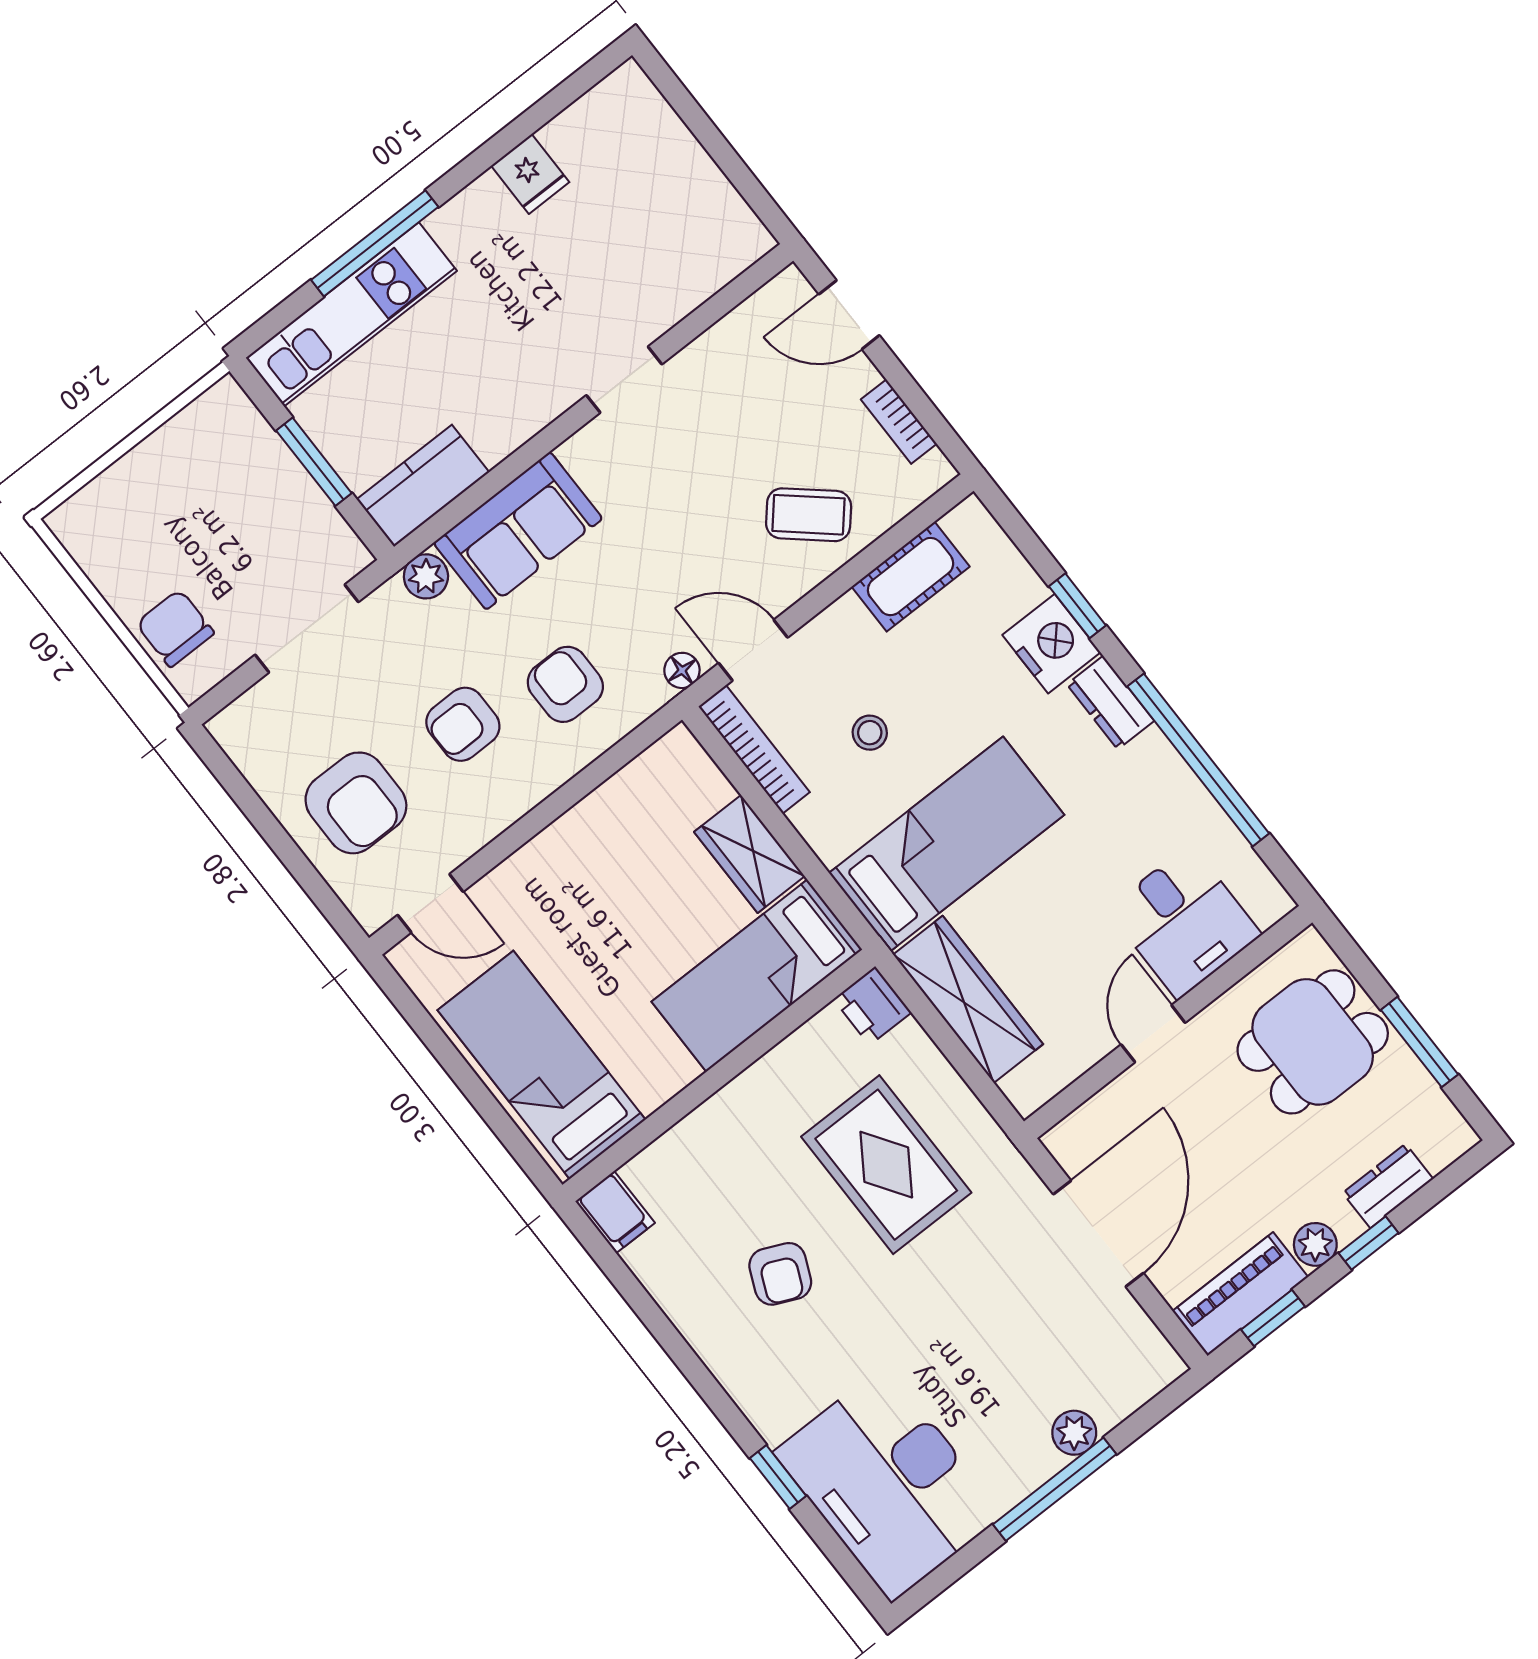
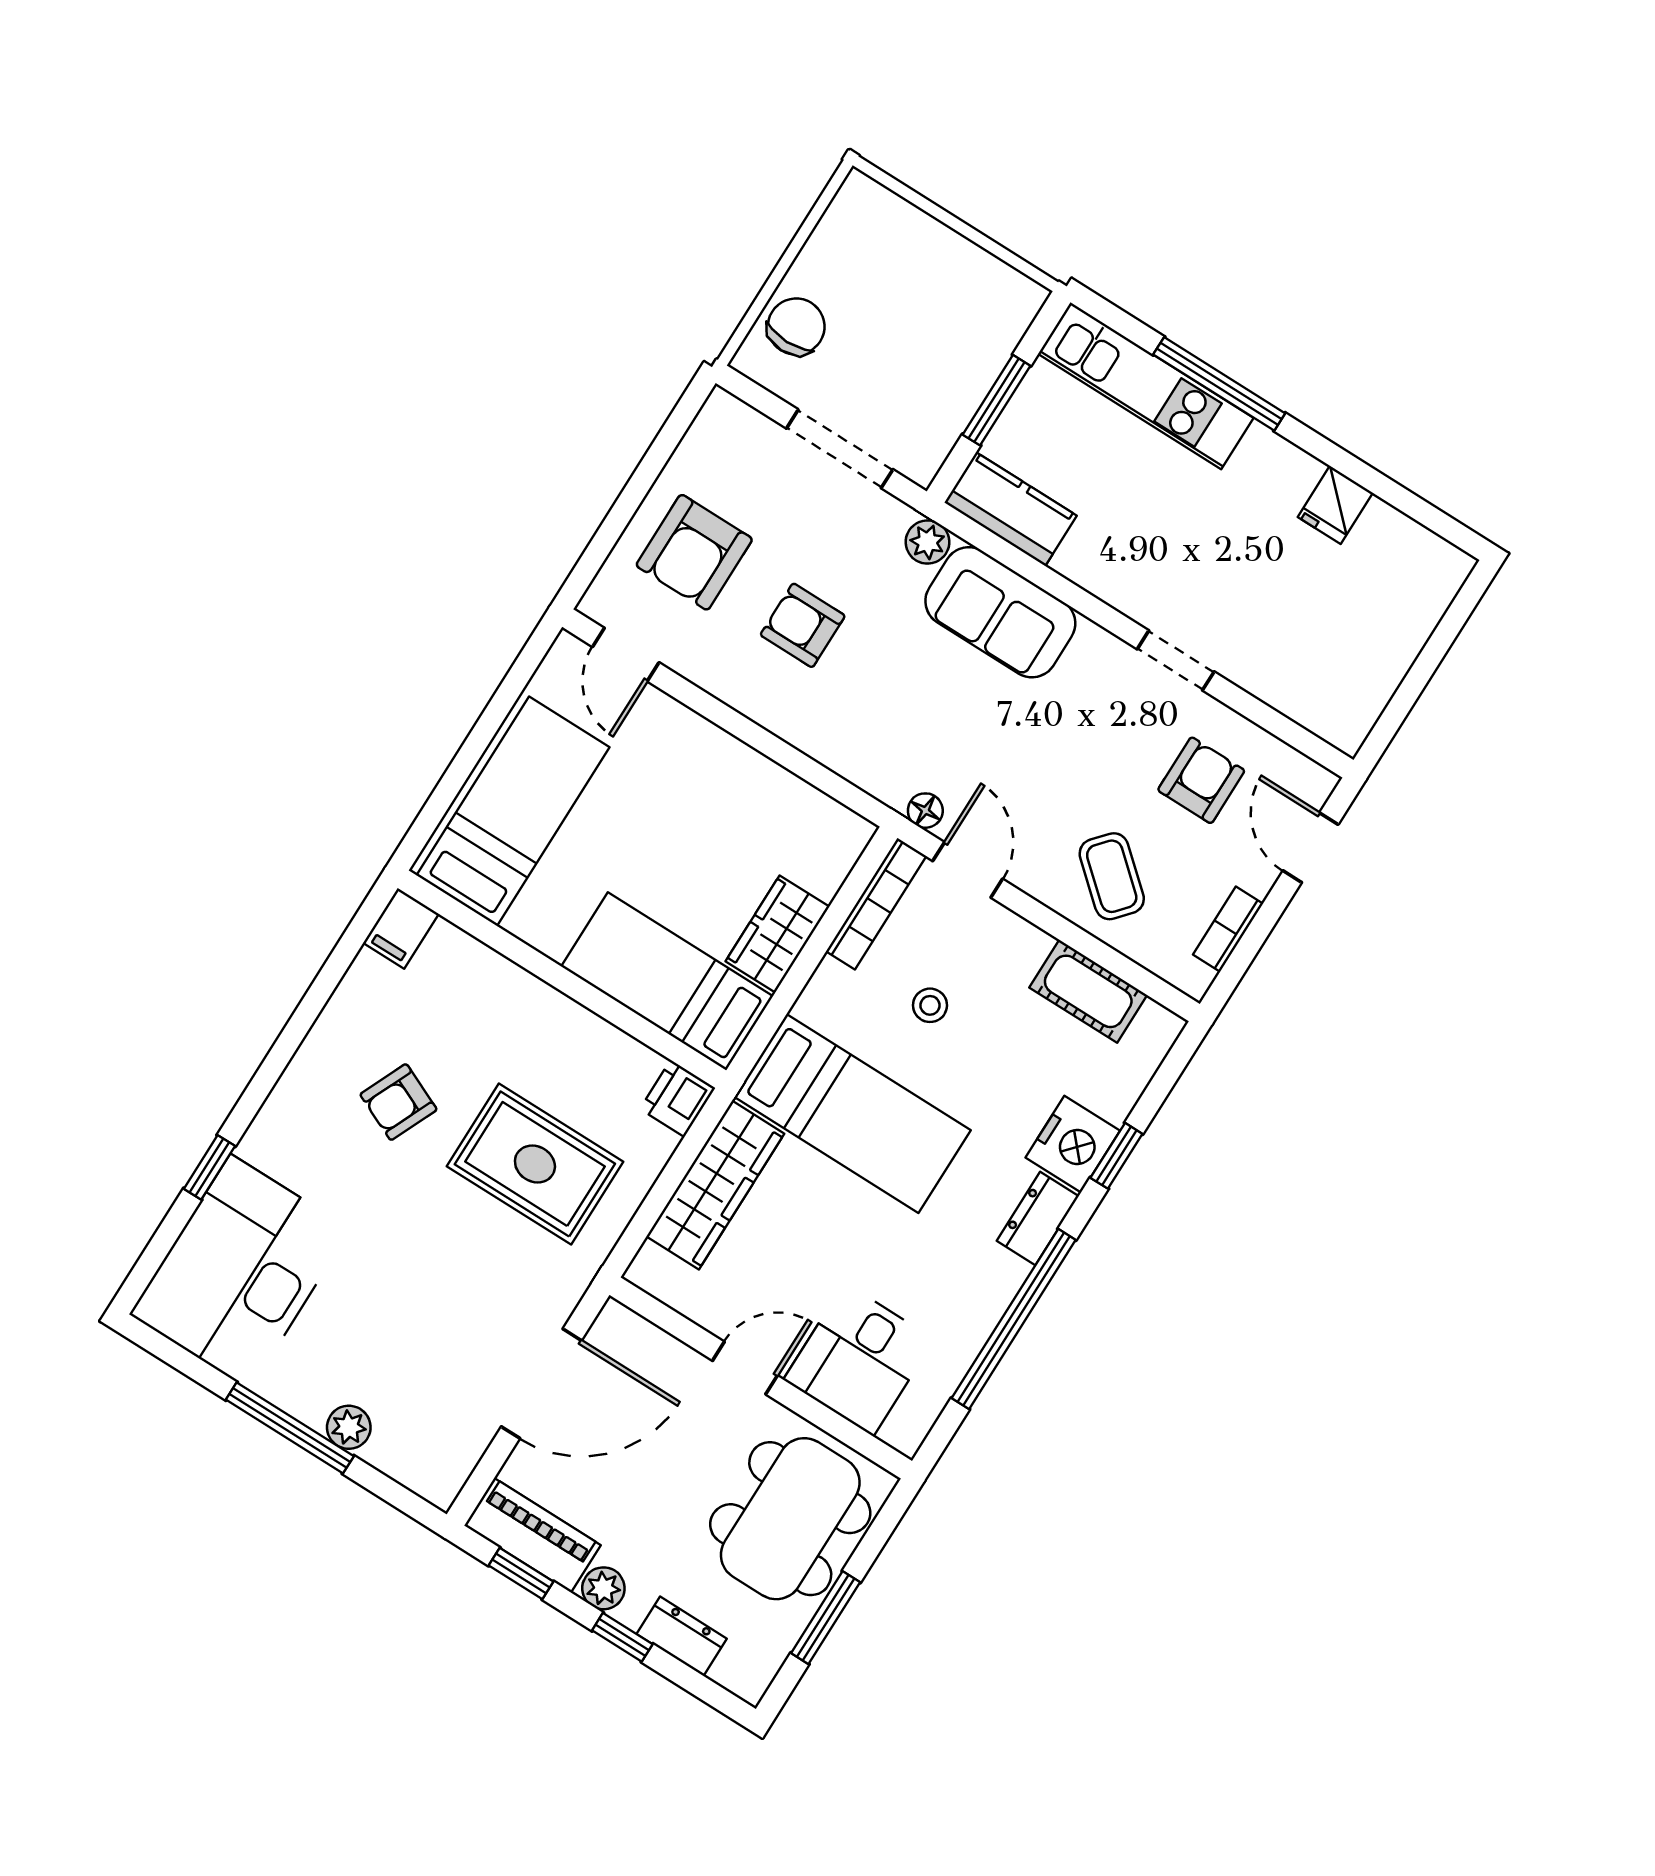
armchair: (565, 684) -> (1201, 780), moved
dining table: (1313, 1042) -> (790, 1519), width x1.38
rug: (886, 1165) -> (535, 1164), turned 90

